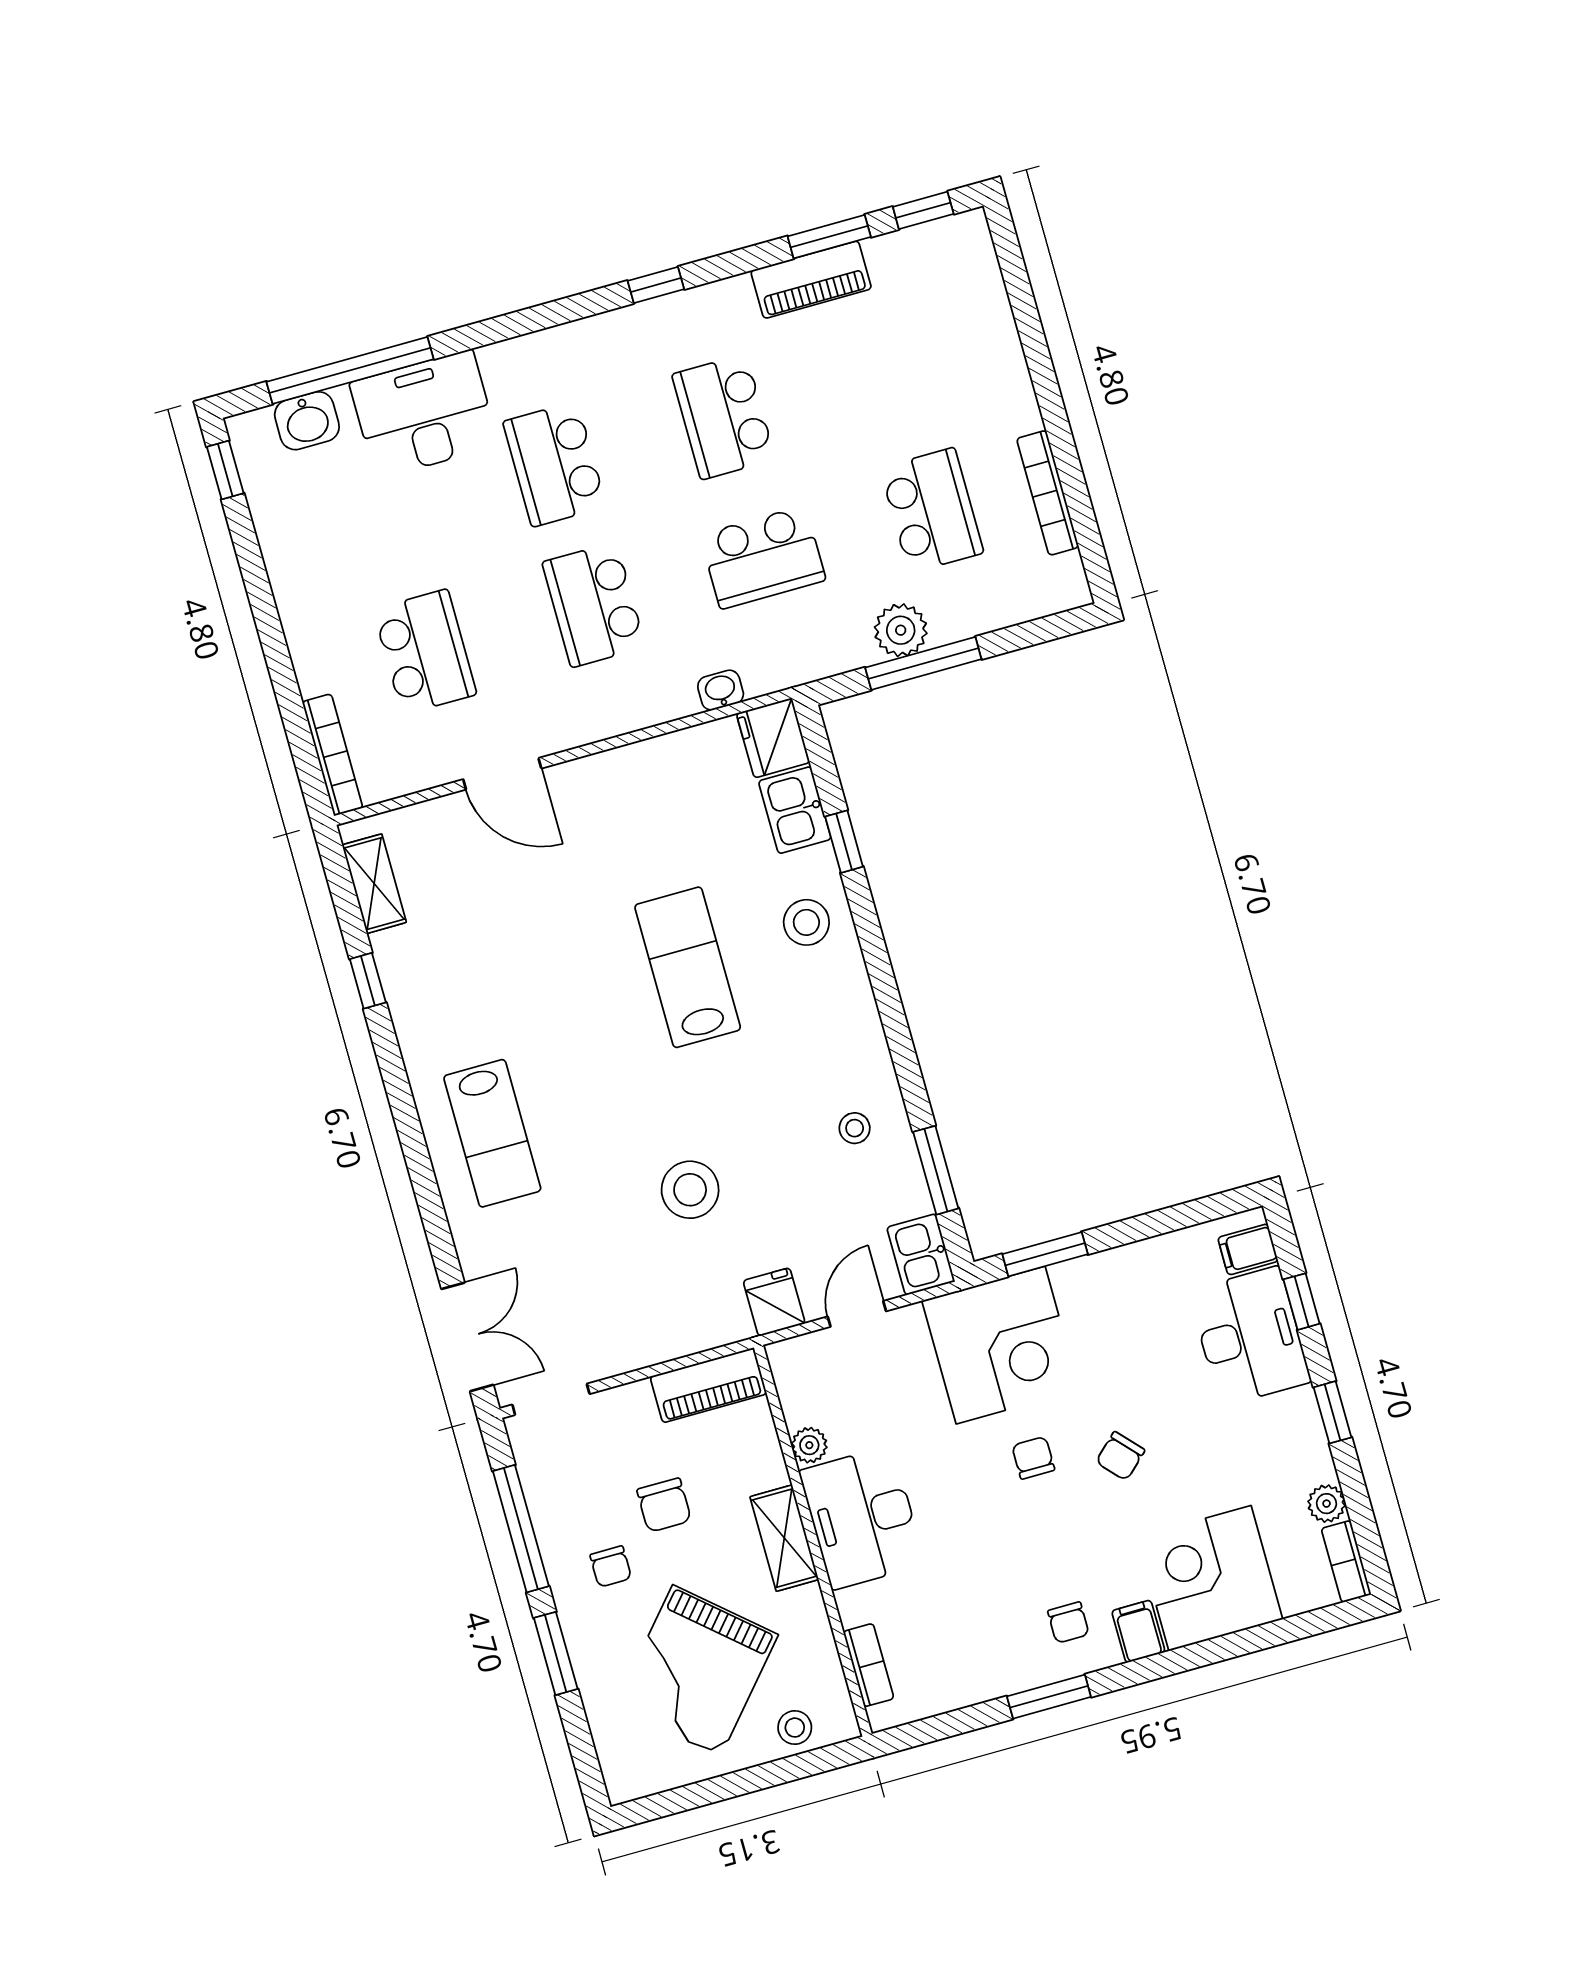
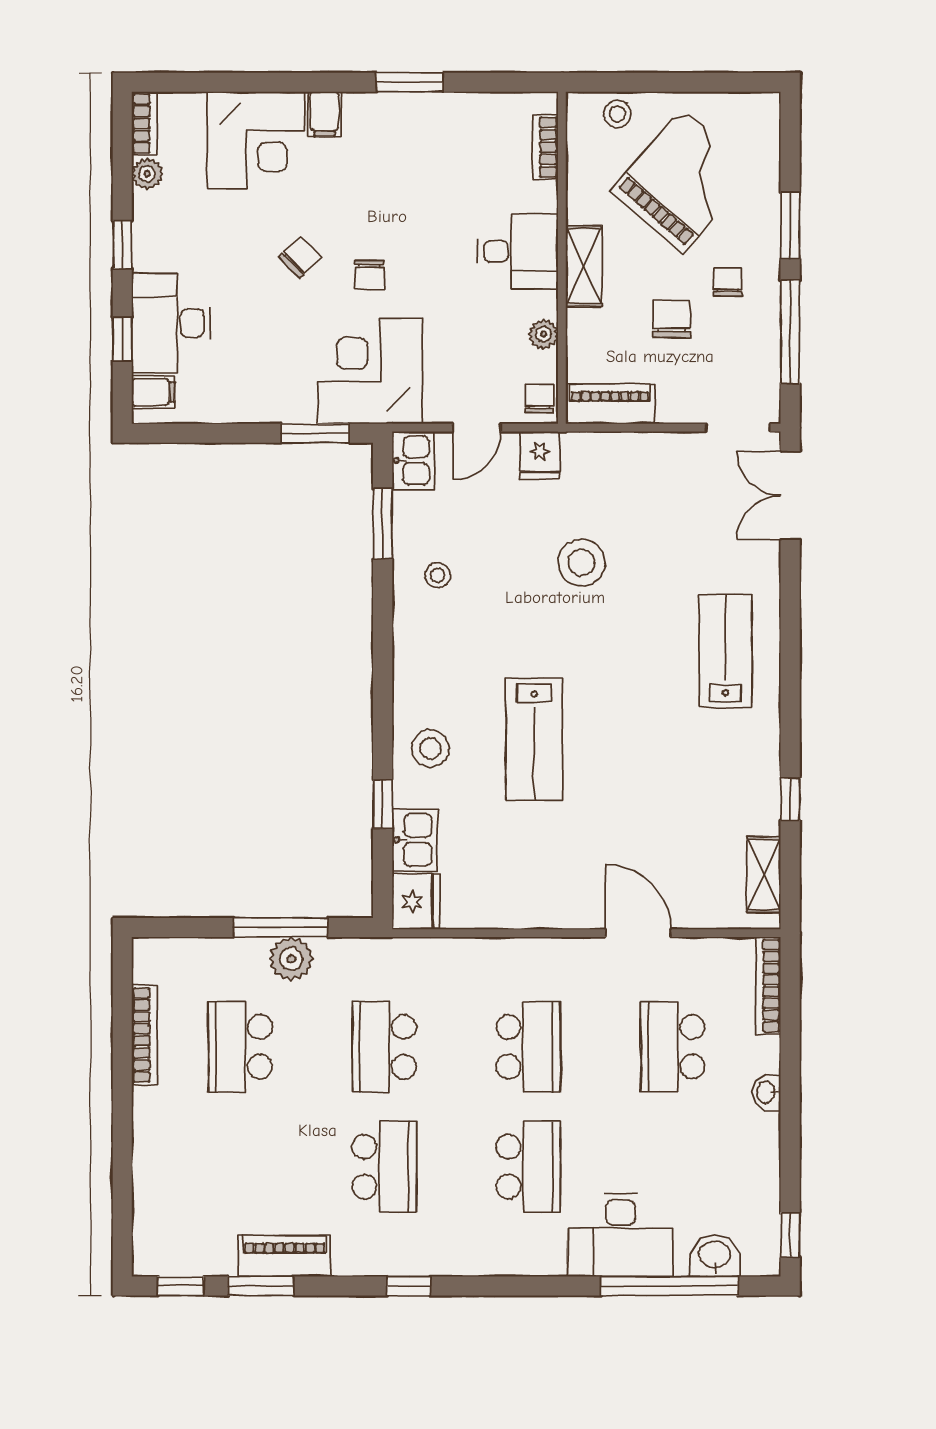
school desk: (763, 557) -> (384, 1047), turned -90
washbasin: (721, 690) -> (767, 1092), moved, turned 90
desk: (862, 1518) -> (518, 251), width x0.73
chair: (1068, 1623) -> (539, 398), moved

